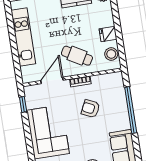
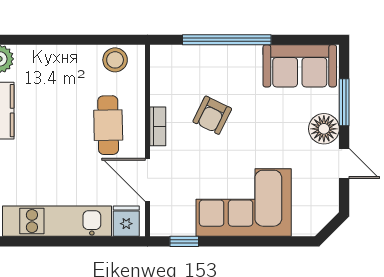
fridge: (108, 34) -> (126, 221), moved, turned 180
cafe table: (77, 56) -> (108, 125), turned -31

